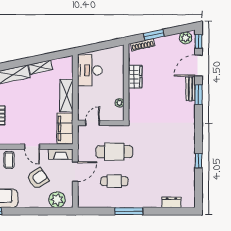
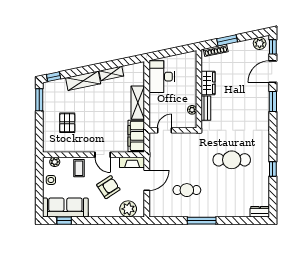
bench: (191, 89) -> (206, 108), moved
cafe table: (114, 152) -> (232, 160), moved
dresser: (171, 202) -> (260, 212), moved

